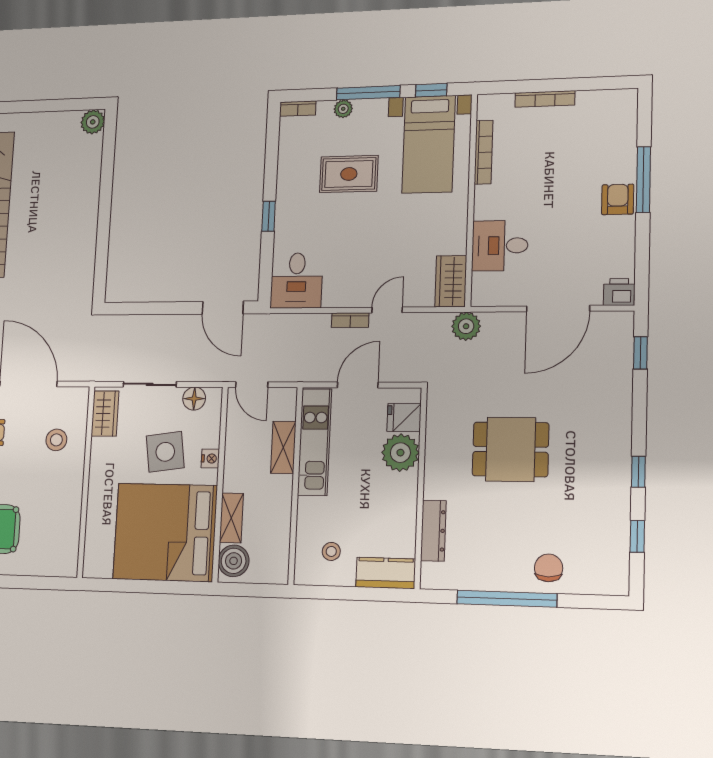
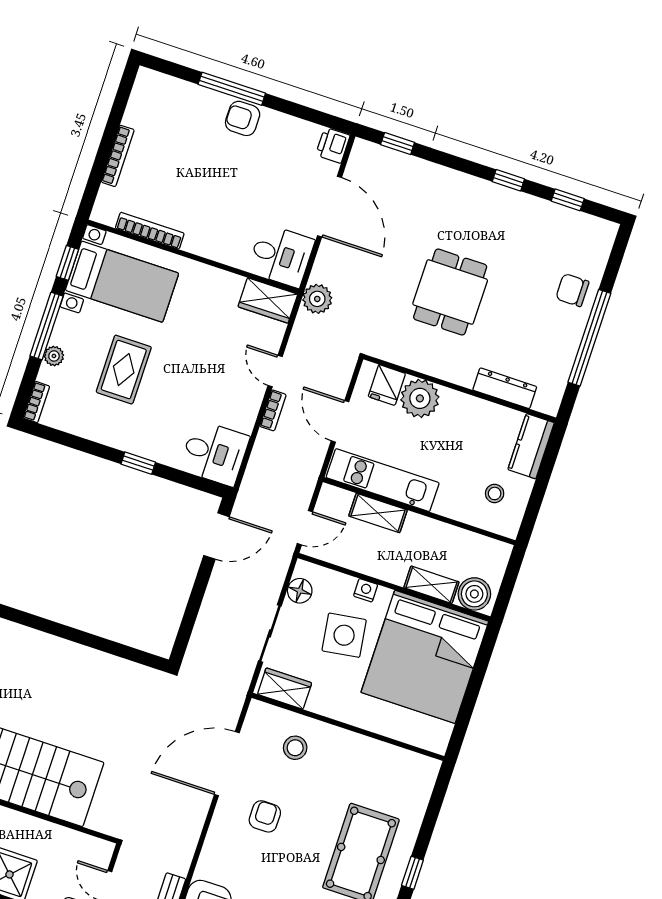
desk: (500, 246) -> (281, 256), moved, turned -90

